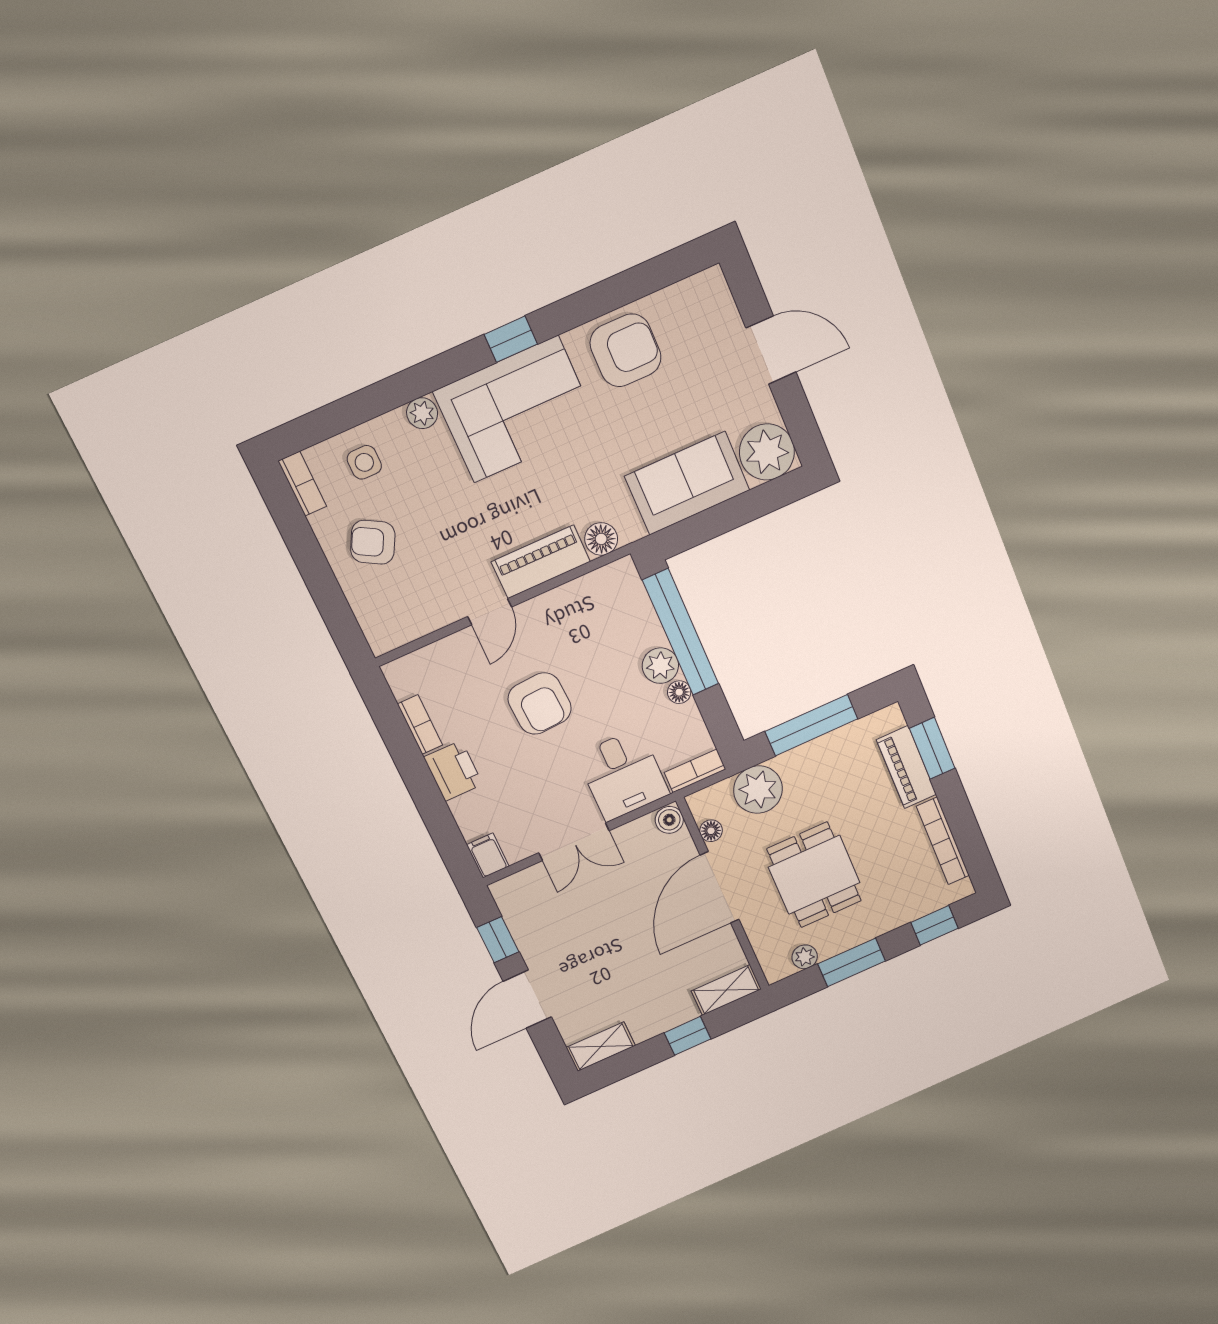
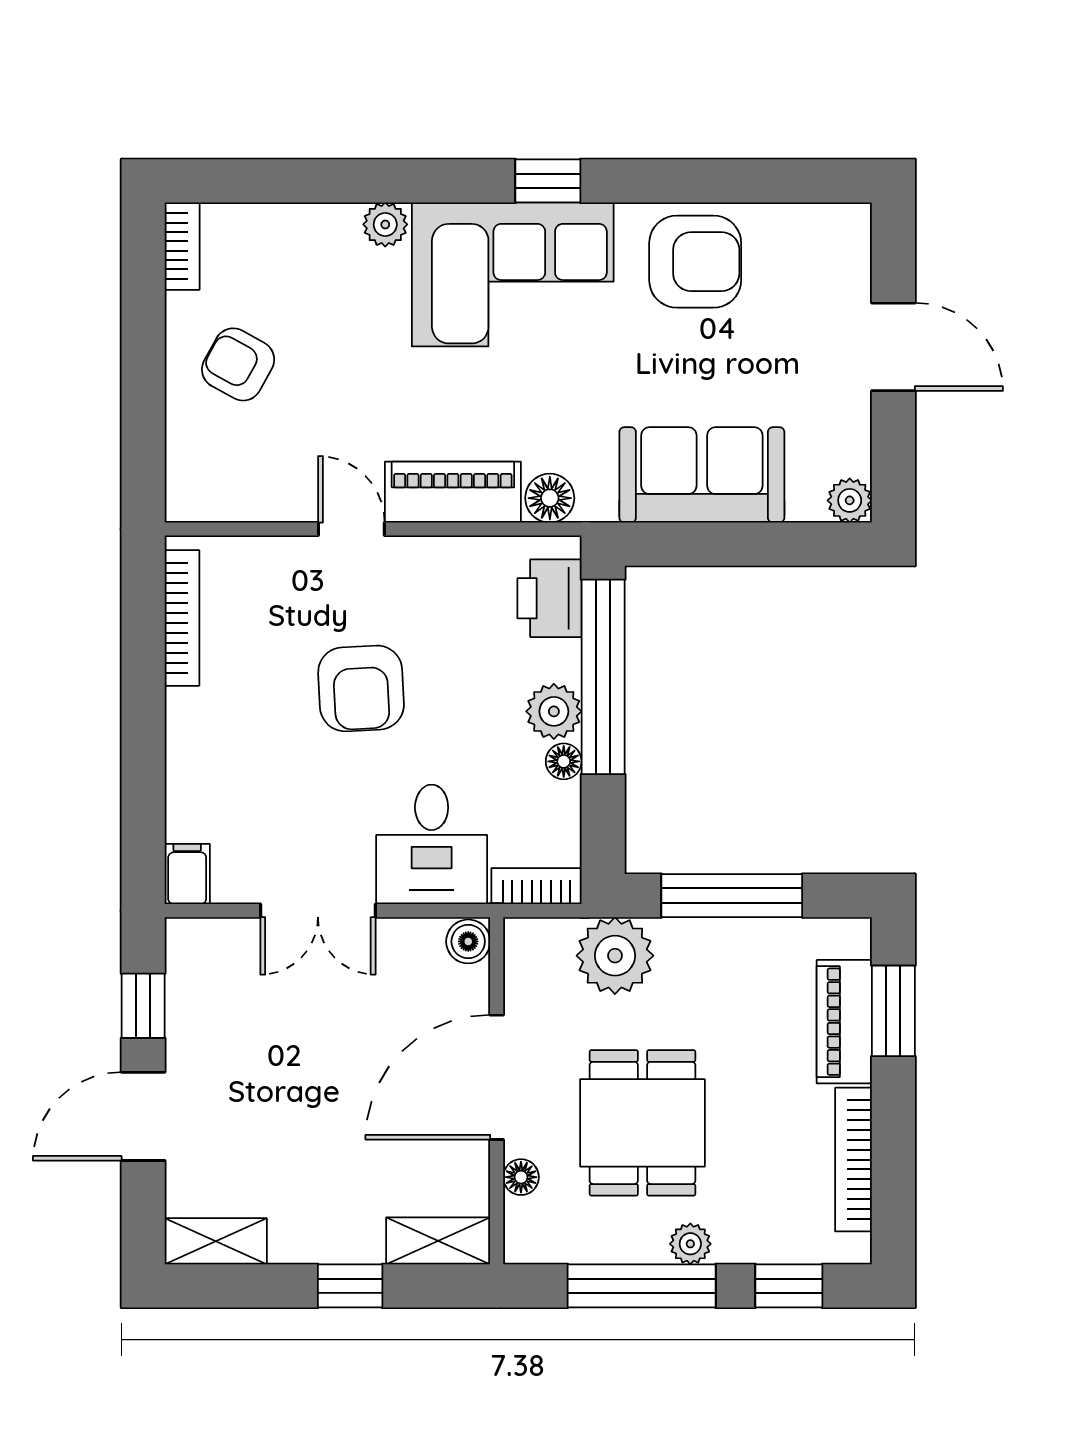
plant: (767, 452) -> (850, 500), width x0.53, depth x0.53
side table: (364, 462) -> (278, 255), removed
door: (490, 612) -> (351, 529), swing flipped
bookcase: (420, 725) -> (182, 618), width x1.56
printer: (453, 771) -> (549, 598), moved, turned 180
floor lamp: (711, 831) -> (521, 1177), moved
plant: (805, 957) -> (690, 1244), moved
window: (852, 962) -> (642, 1286), width x1.44

